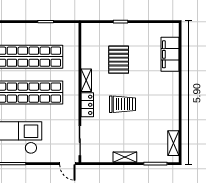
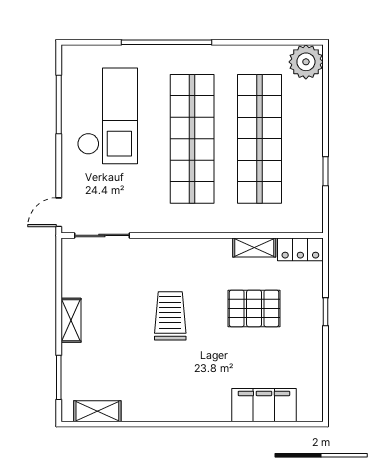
shelving: (86, 80) -> (254, 247), moved
trolley: (123, 104) -> (170, 316), turned 180
locker: (87, 105) -> (300, 249), moved

